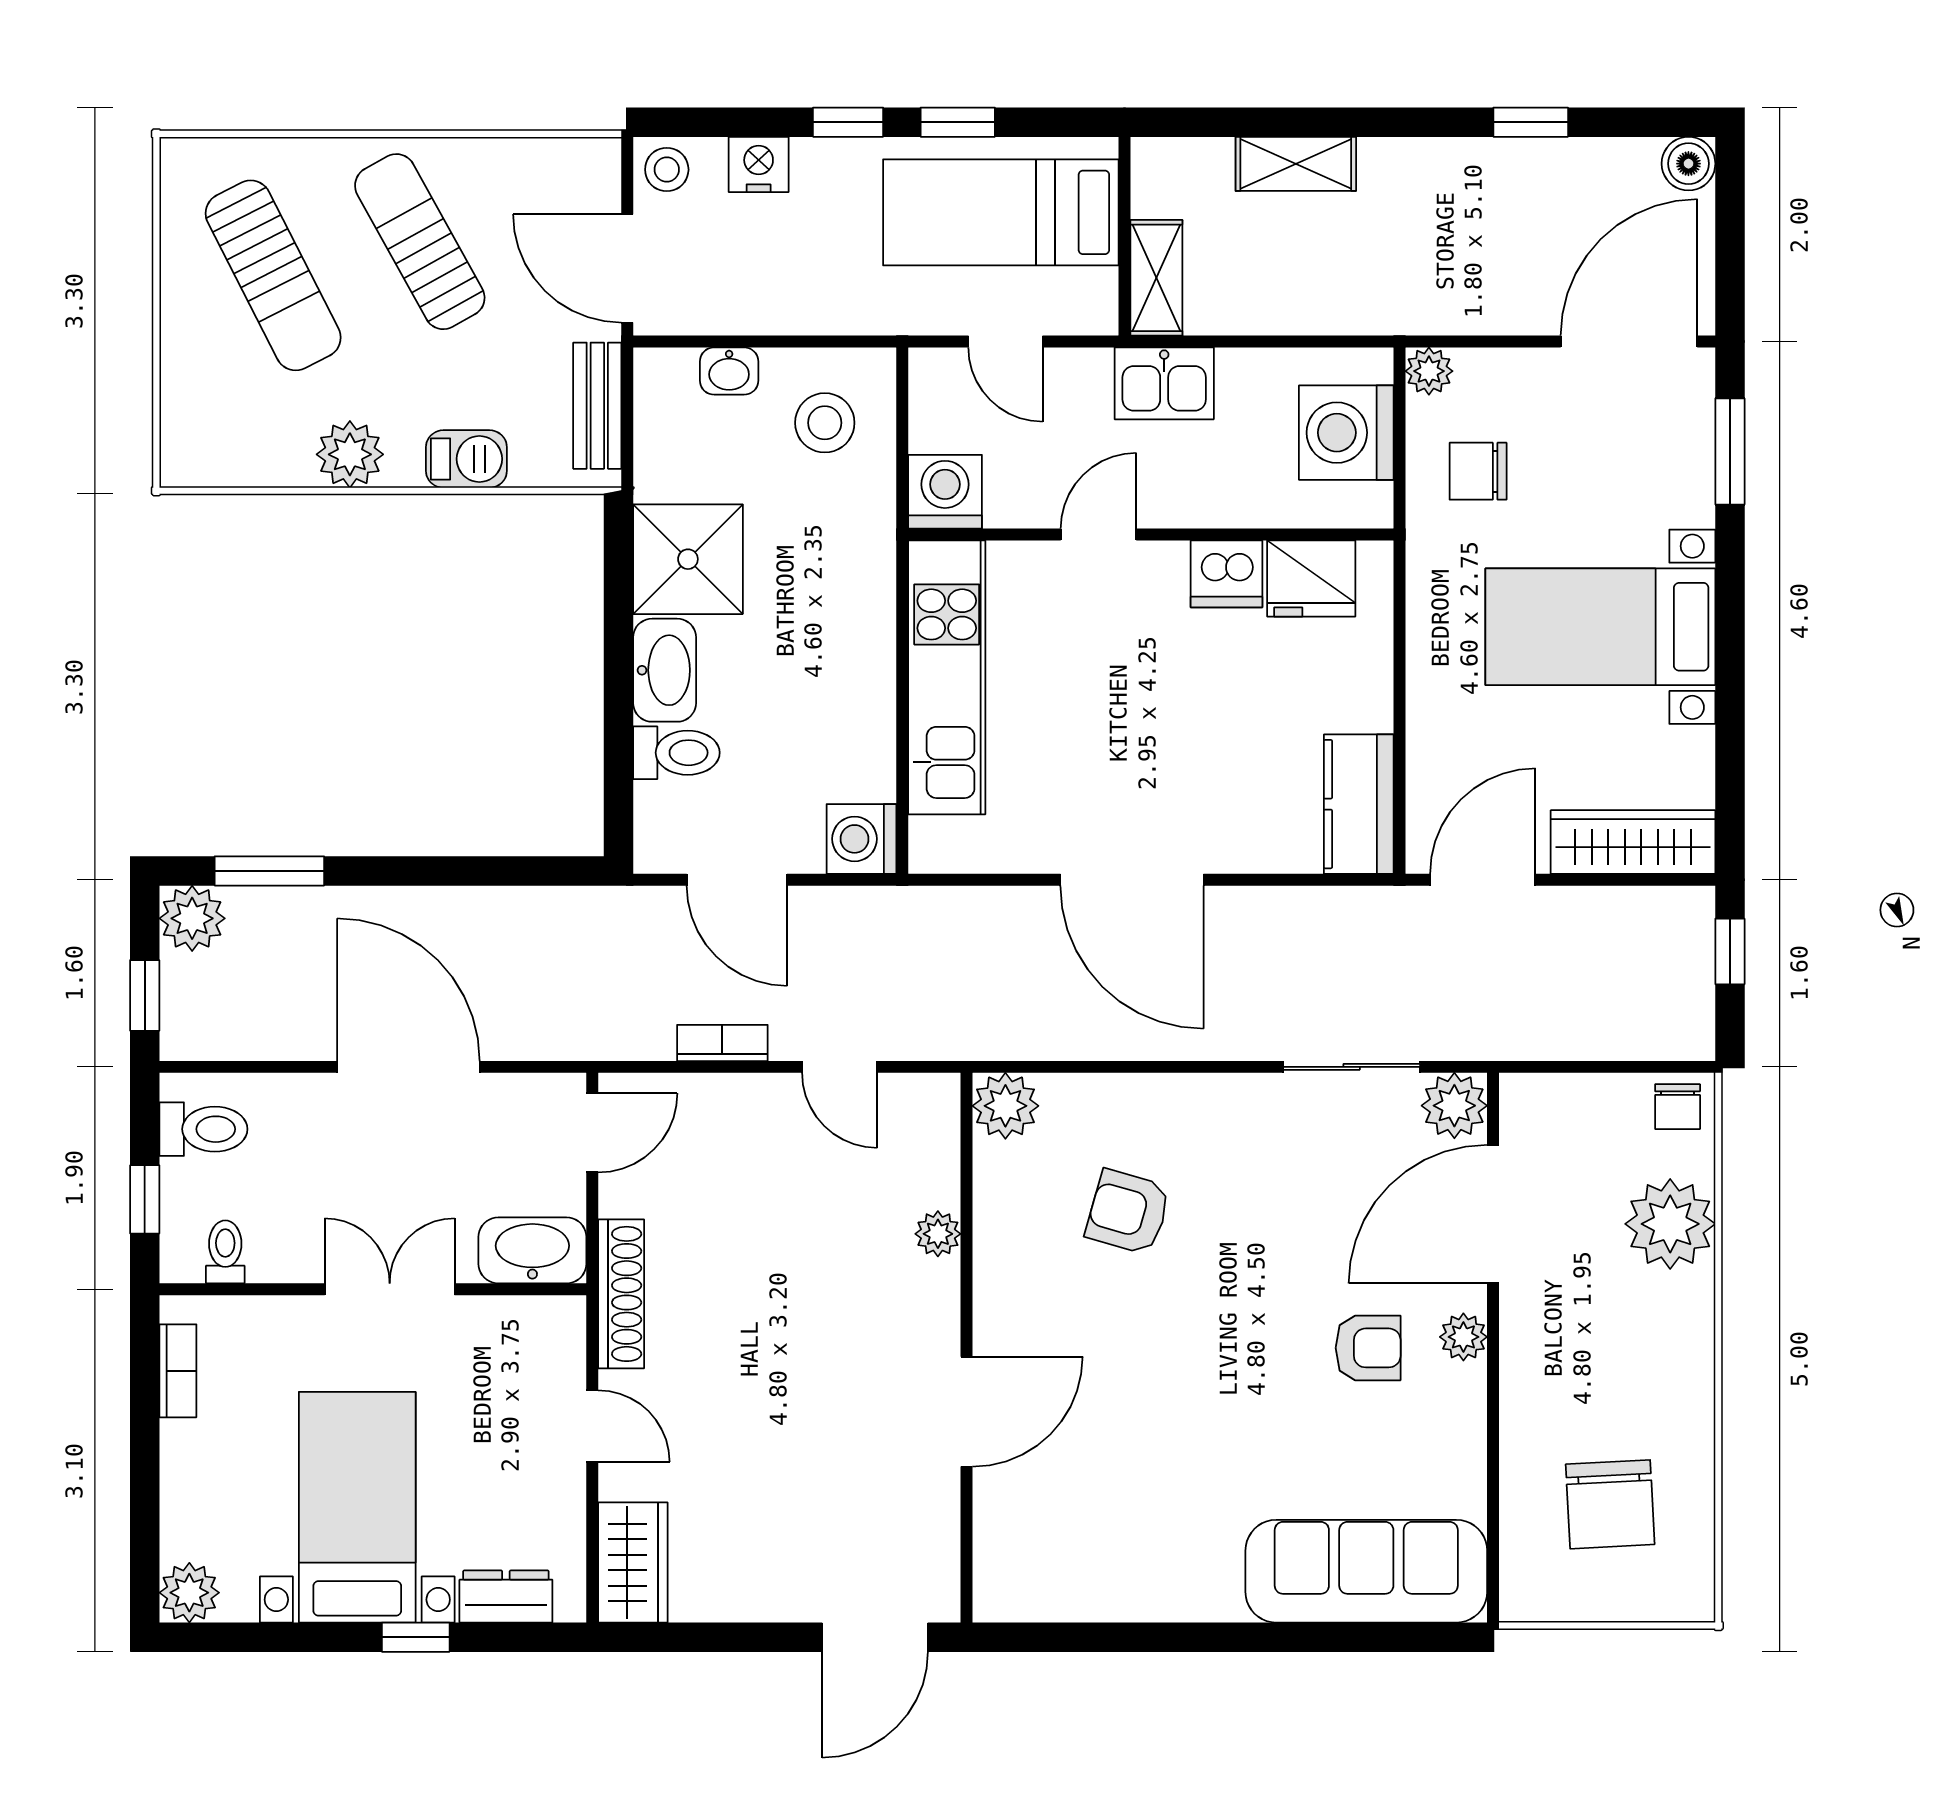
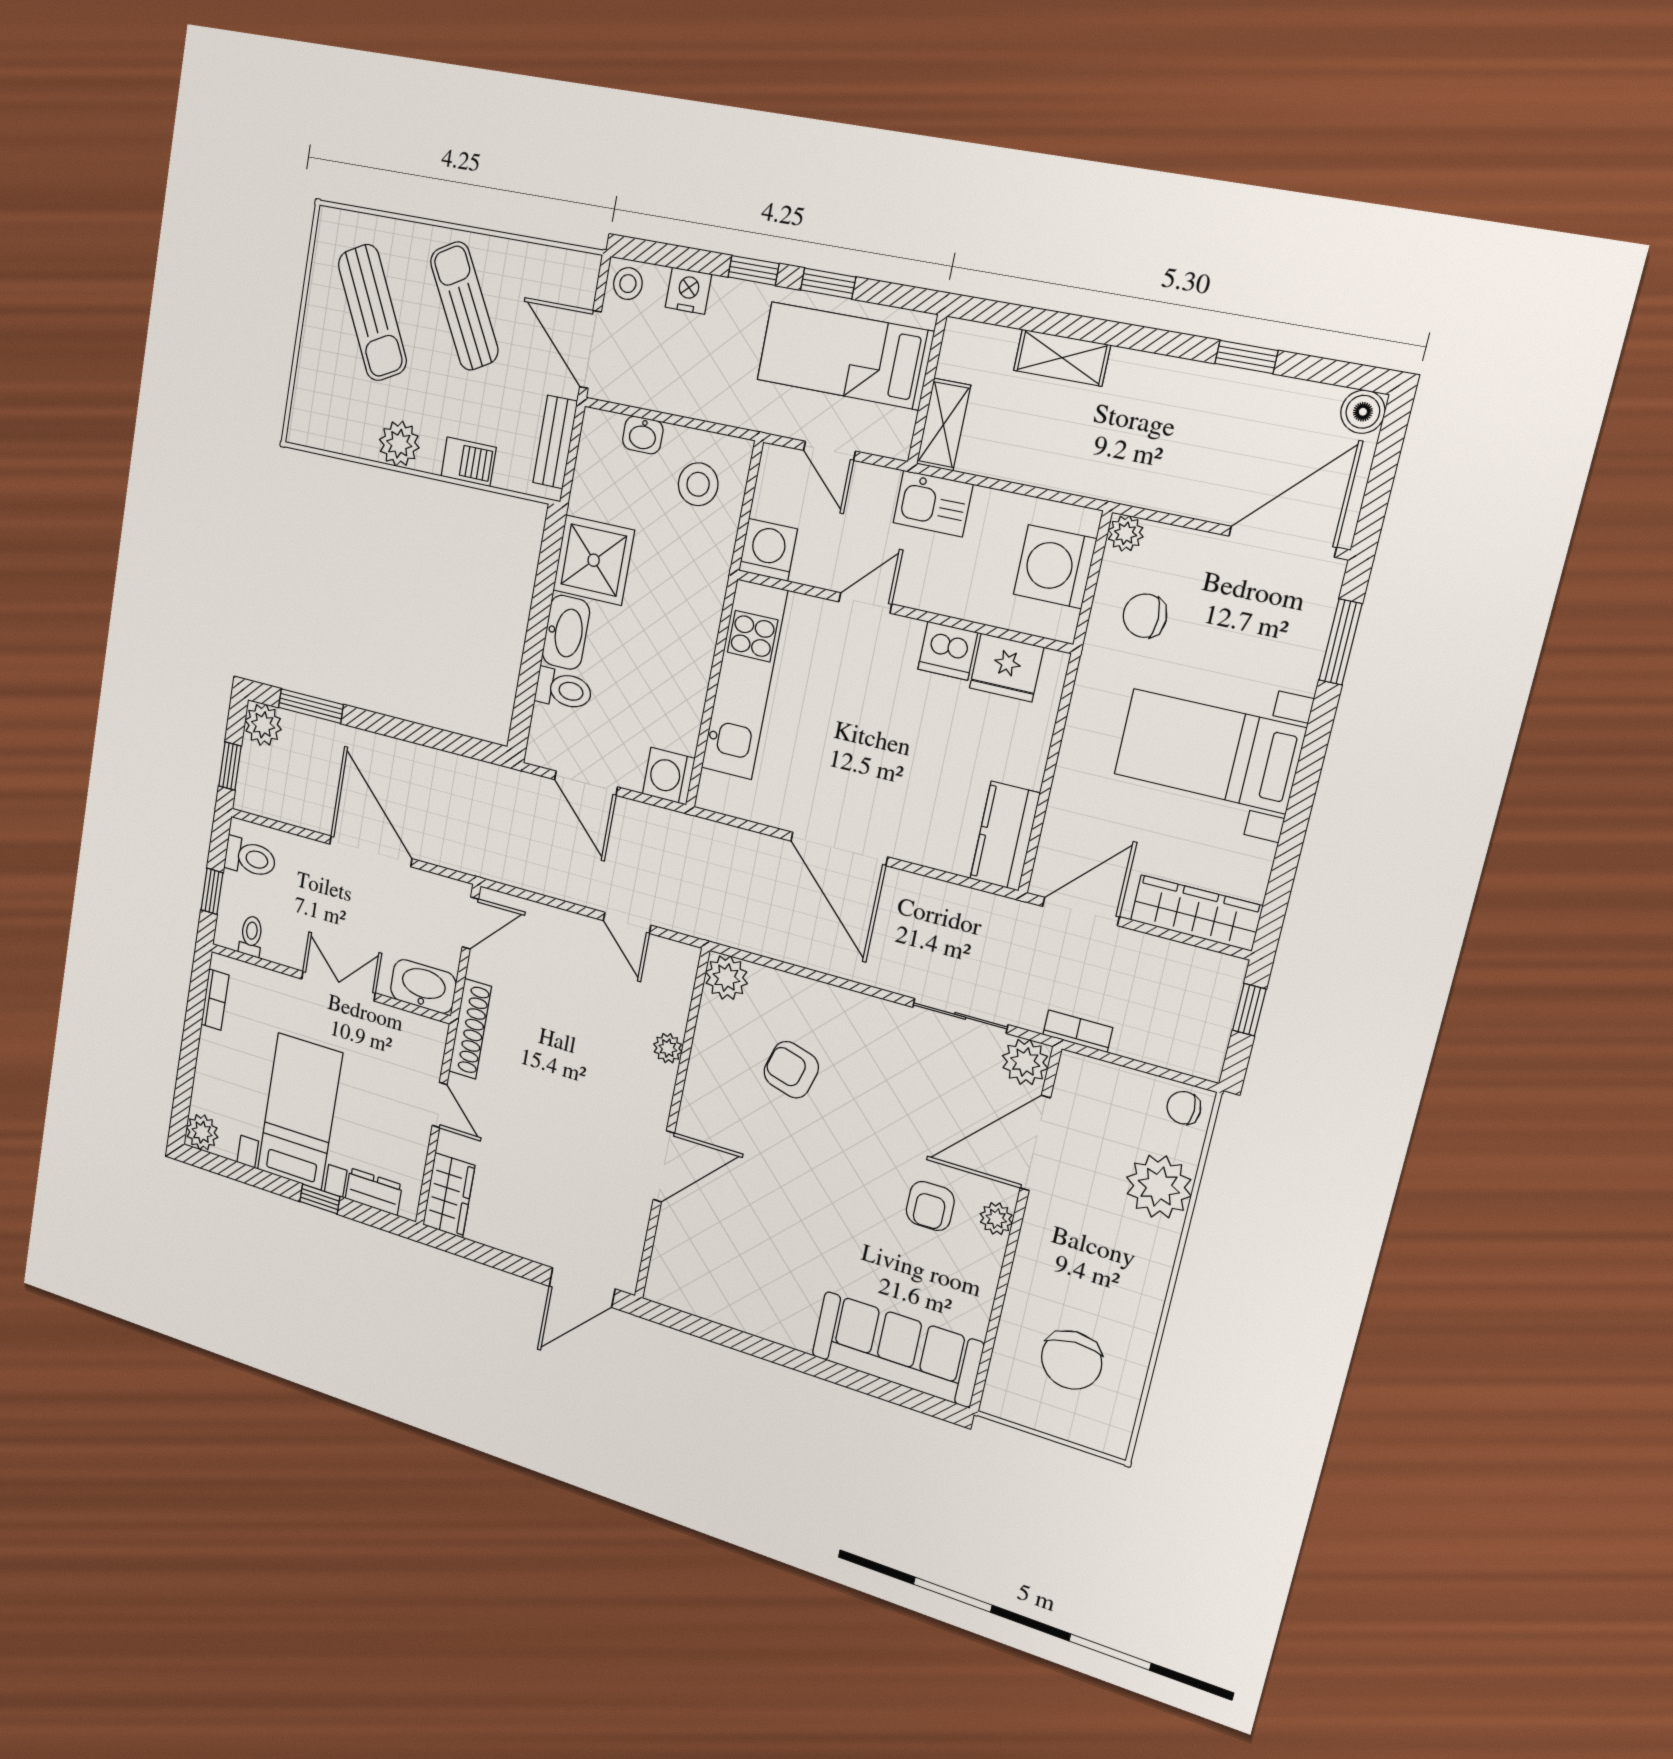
bookcase: (722, 1043) -> (1078, 1031), moved
chair: (1678, 1107) -> (1184, 1108), turned 90
armchair: (1368, 1348) -> (930, 1206), turned 90

